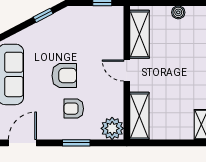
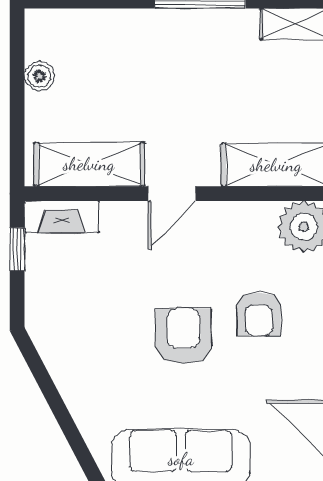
window: (43, 15) -> (46, 384), removed
fireplace: (117, 22) -> (62, 217), added

